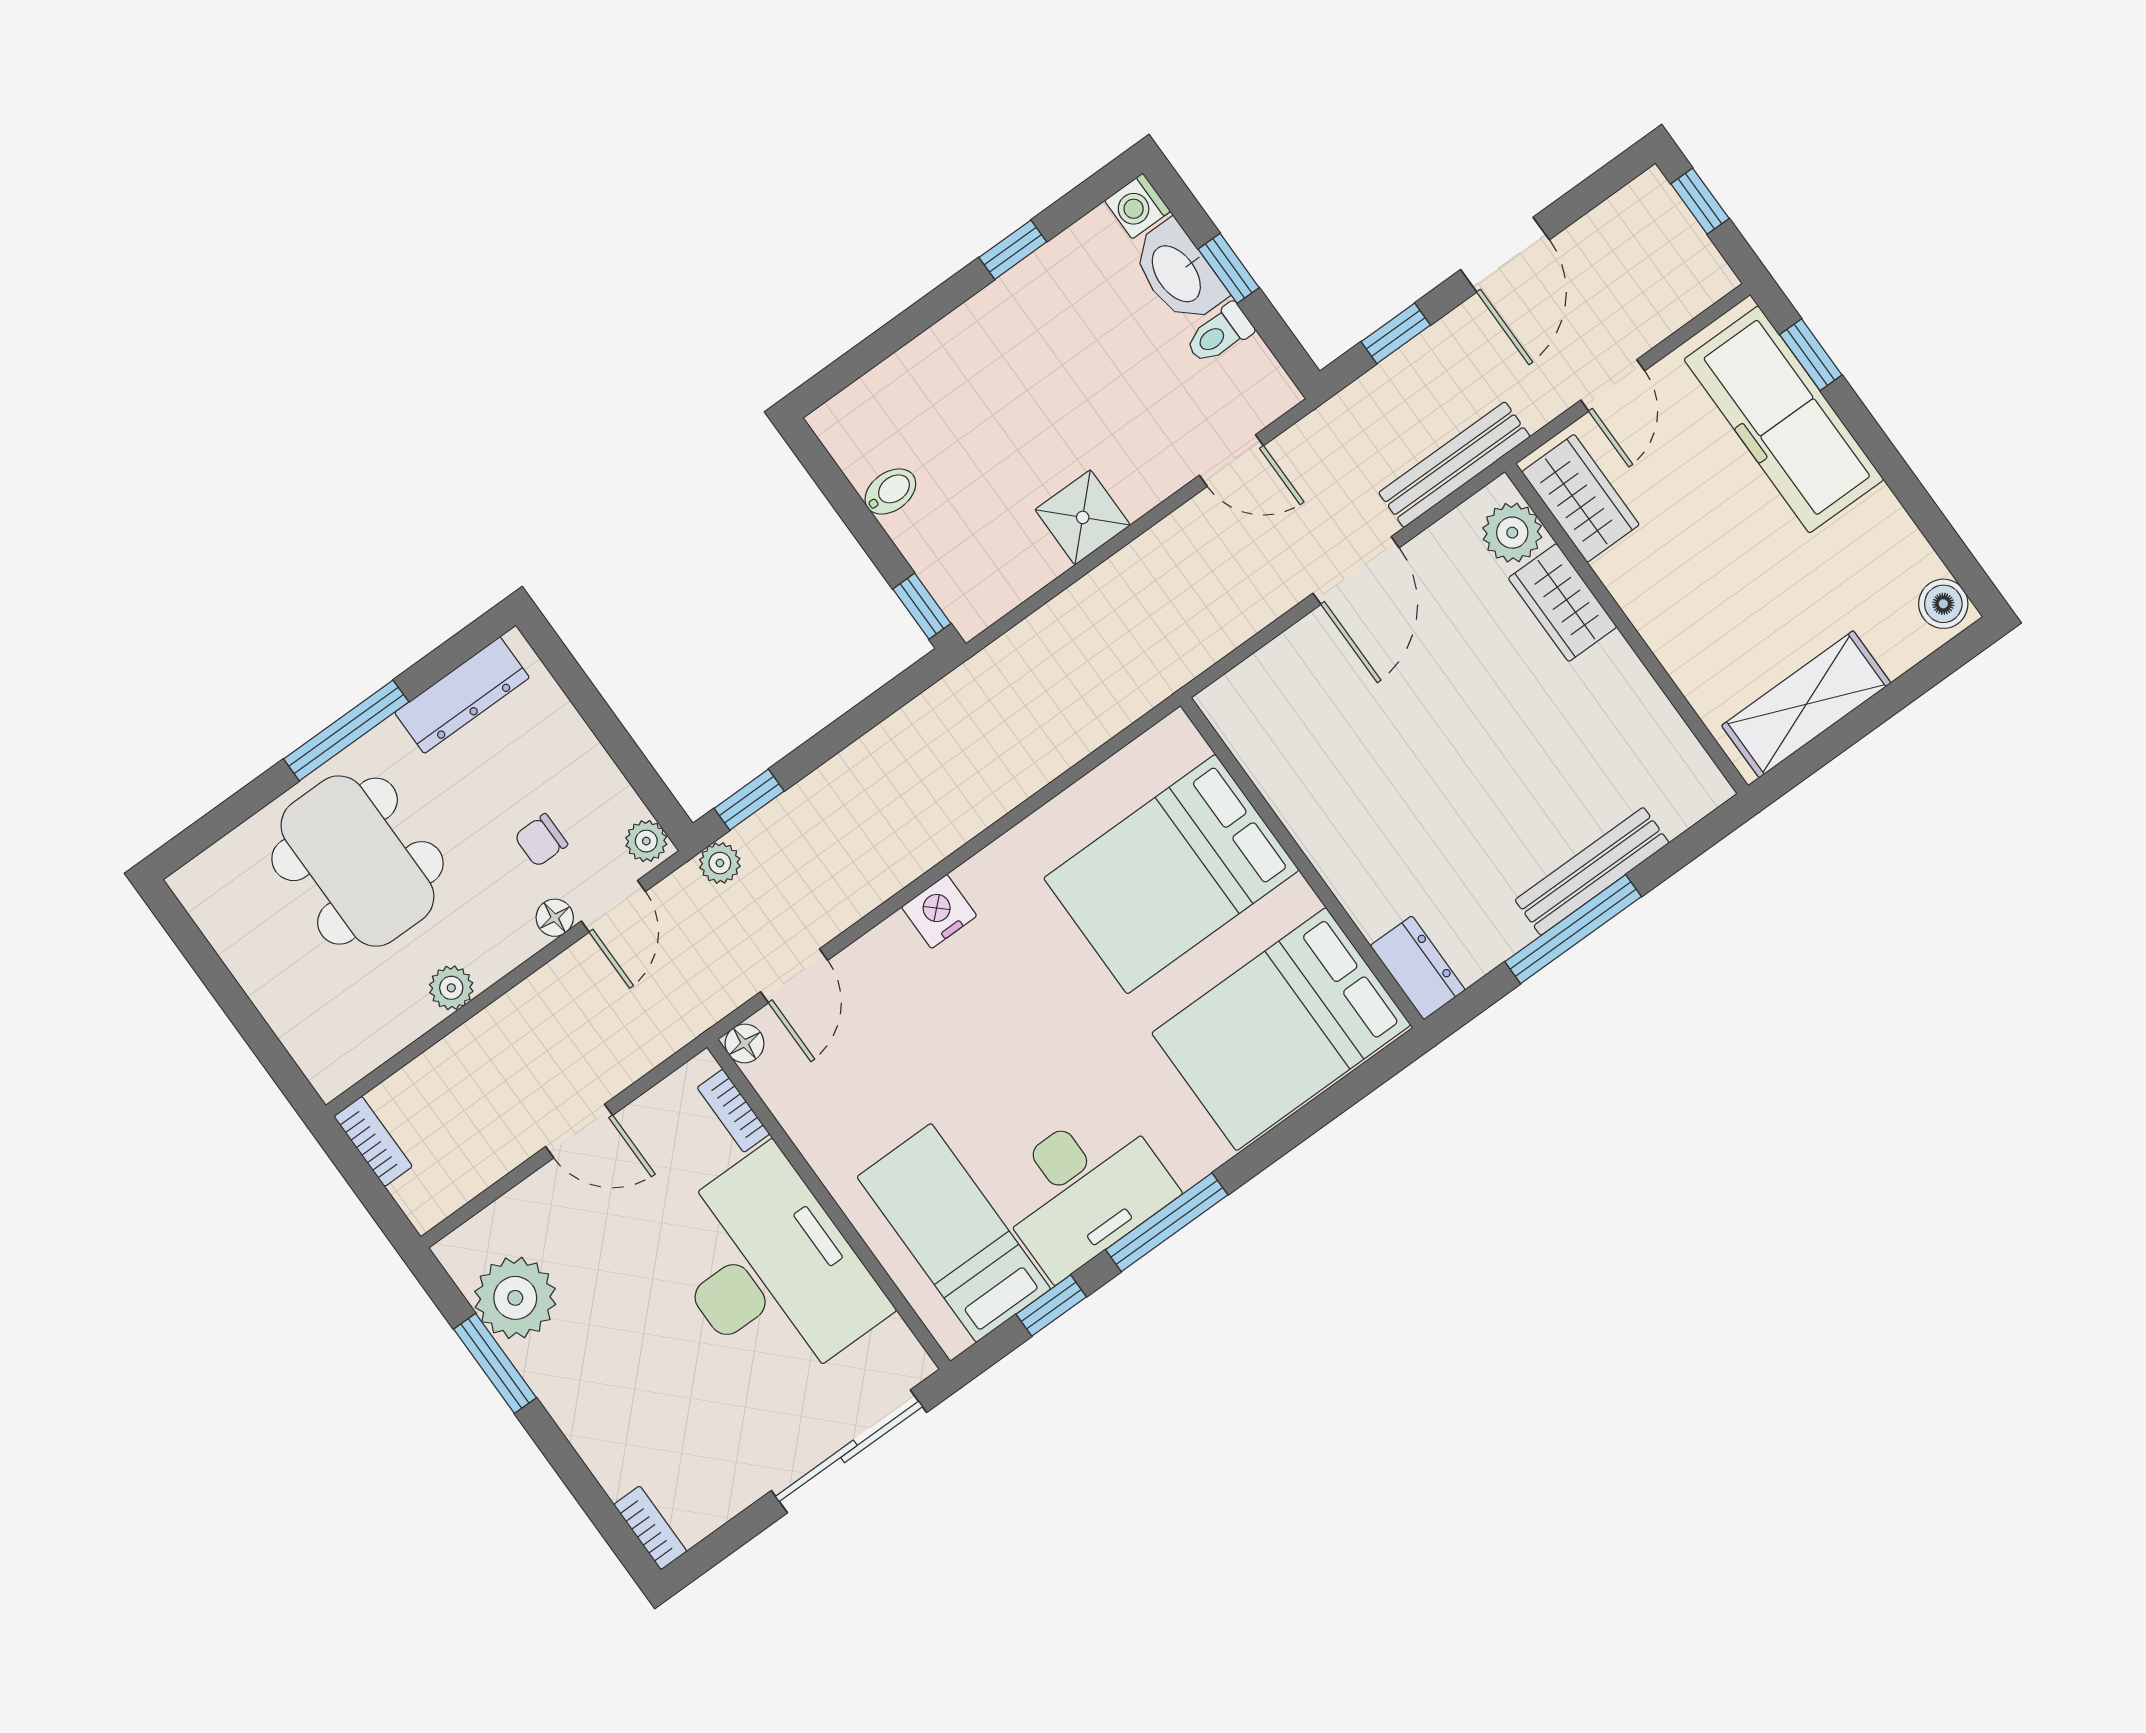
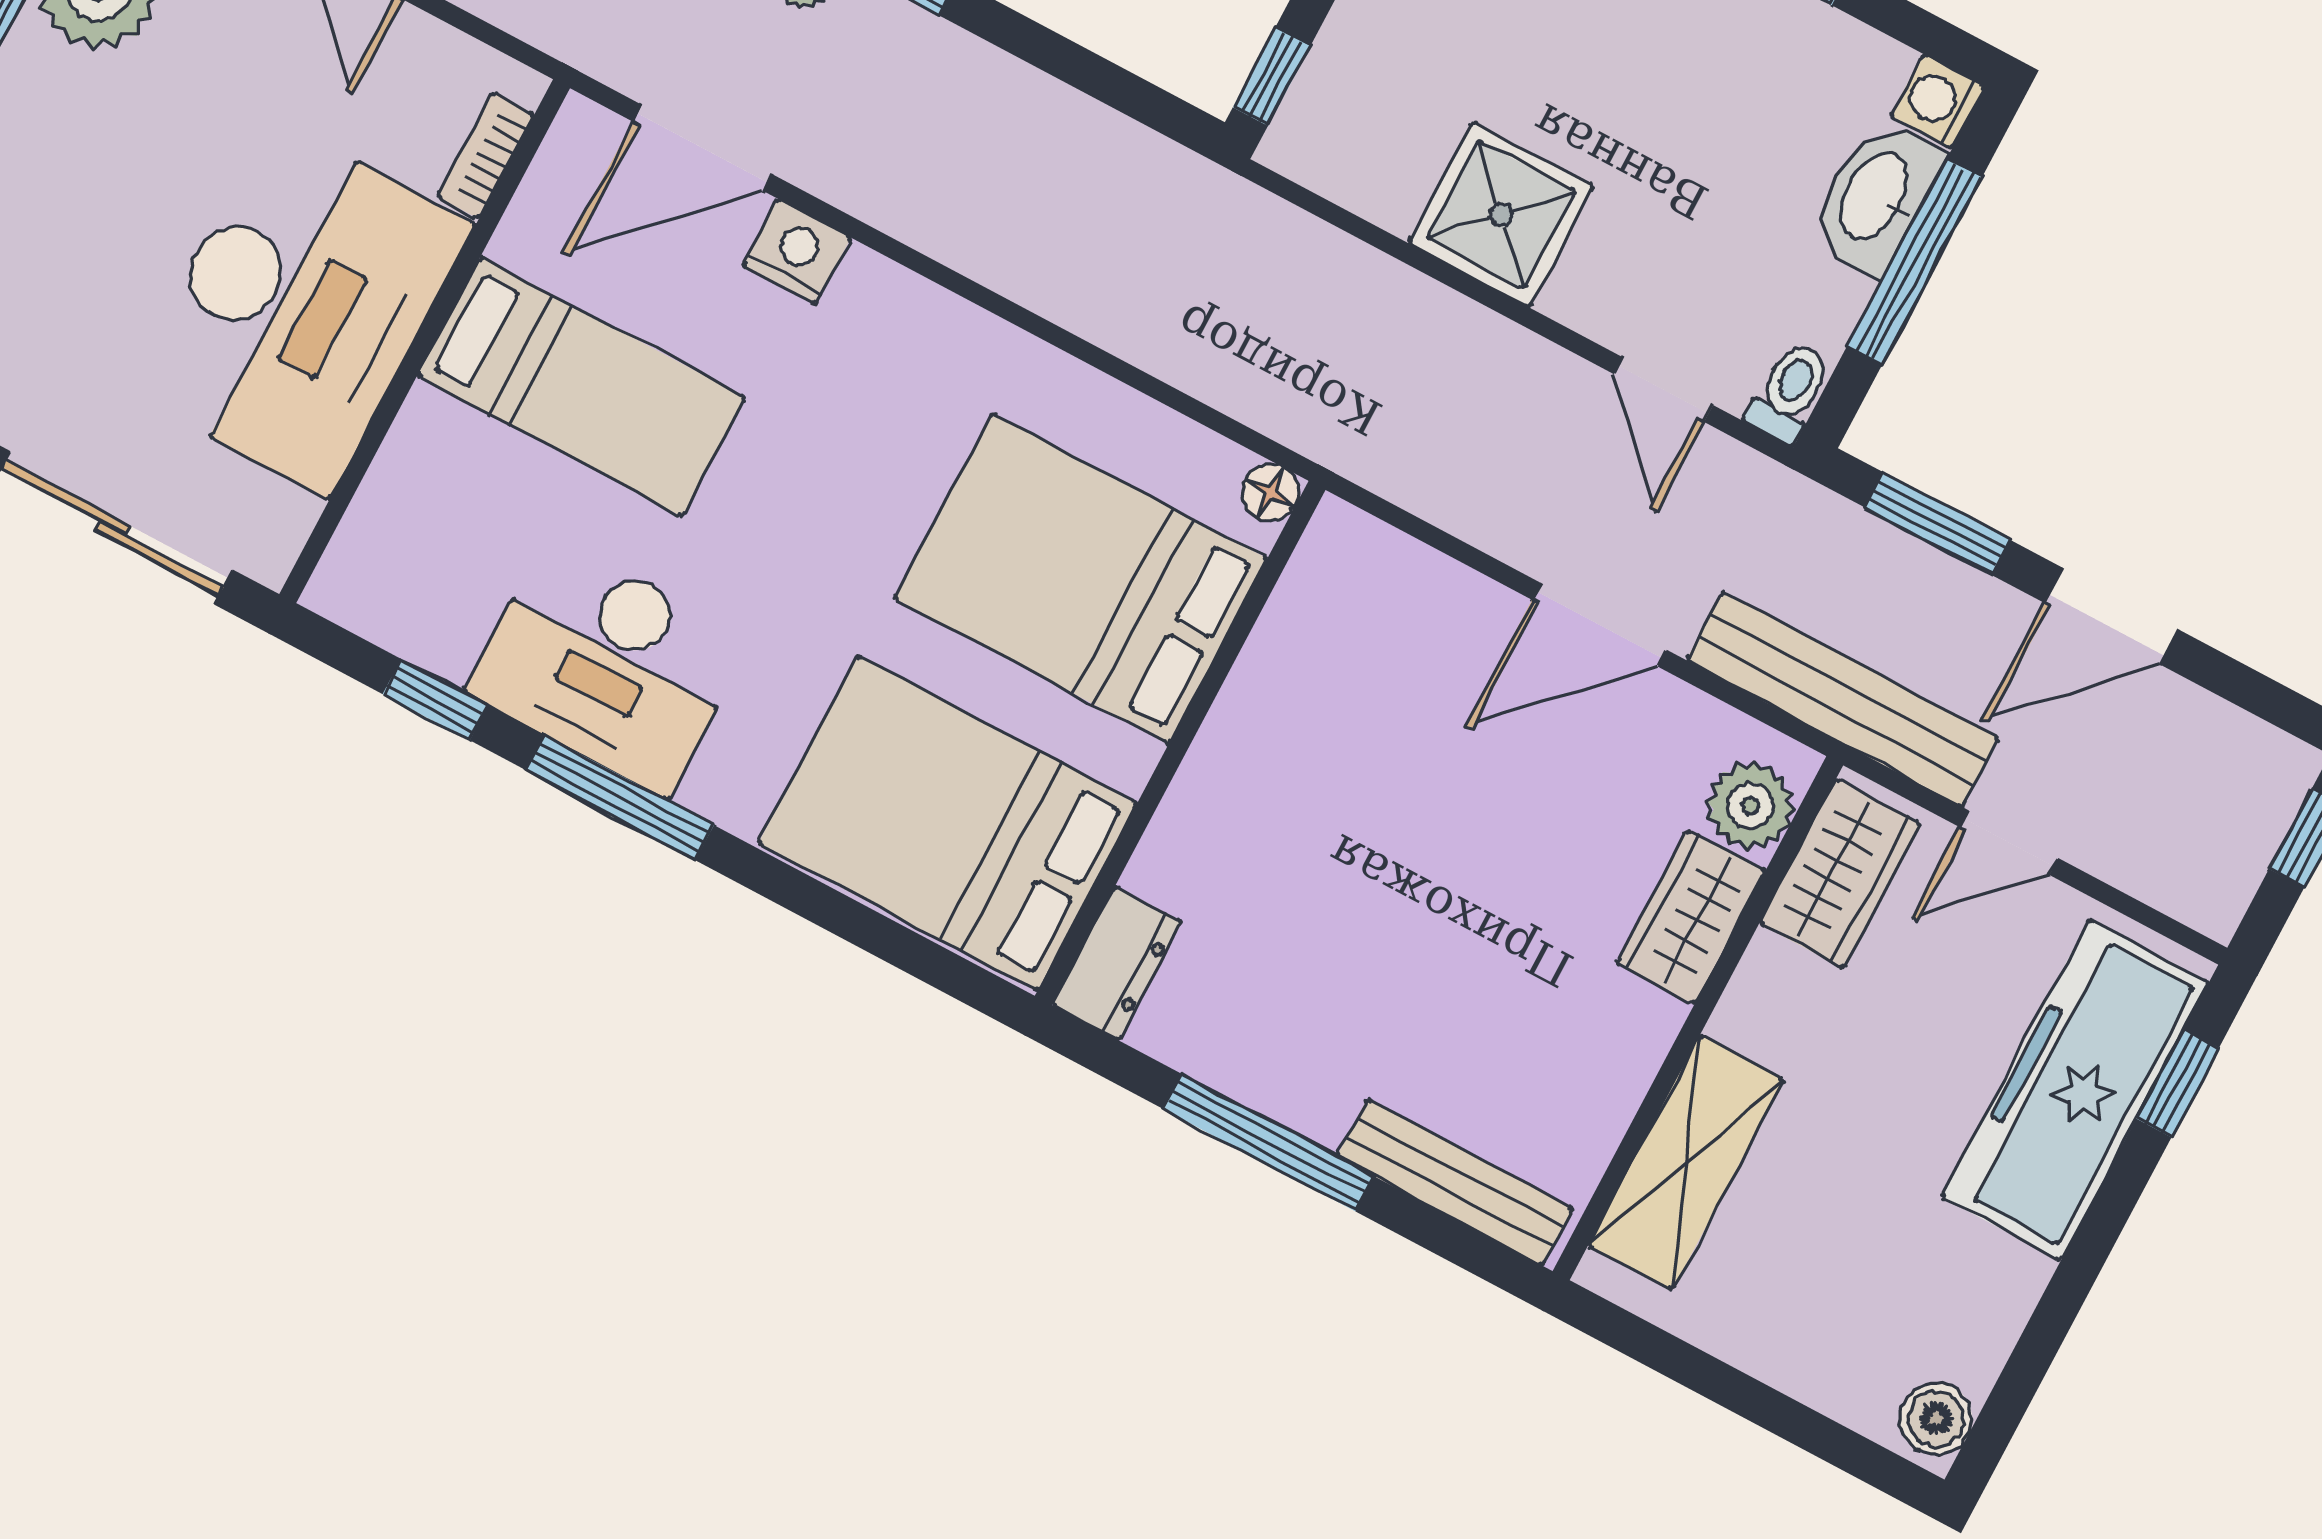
window: (1229, 268) -> (1914, 262), width x2.17
window: (1396, 333) -> (1937, 524), width x1.50
toilet: (1219, 334) -> (1790, 392), moved, turned 90
bench: (1454, 465) -> (1843, 699), width x1.37, depth x1.21
shower: (1083, 517) -> (1501, 215), width x1.36, depth x1.36
shelving: (1806, 704) -> (1686, 1162), moved, turned 90
bench: (1592, 871) -> (1455, 1182), moved
nightstand: (939, 911) -> (796, 252), moved
door: (794, 976) -> (703, 148), width x1.38
floor lamp: (745, 1043) -> (1270, 493), moved
bed: (954, 1233) -> (581, 387), moved, turned 90

